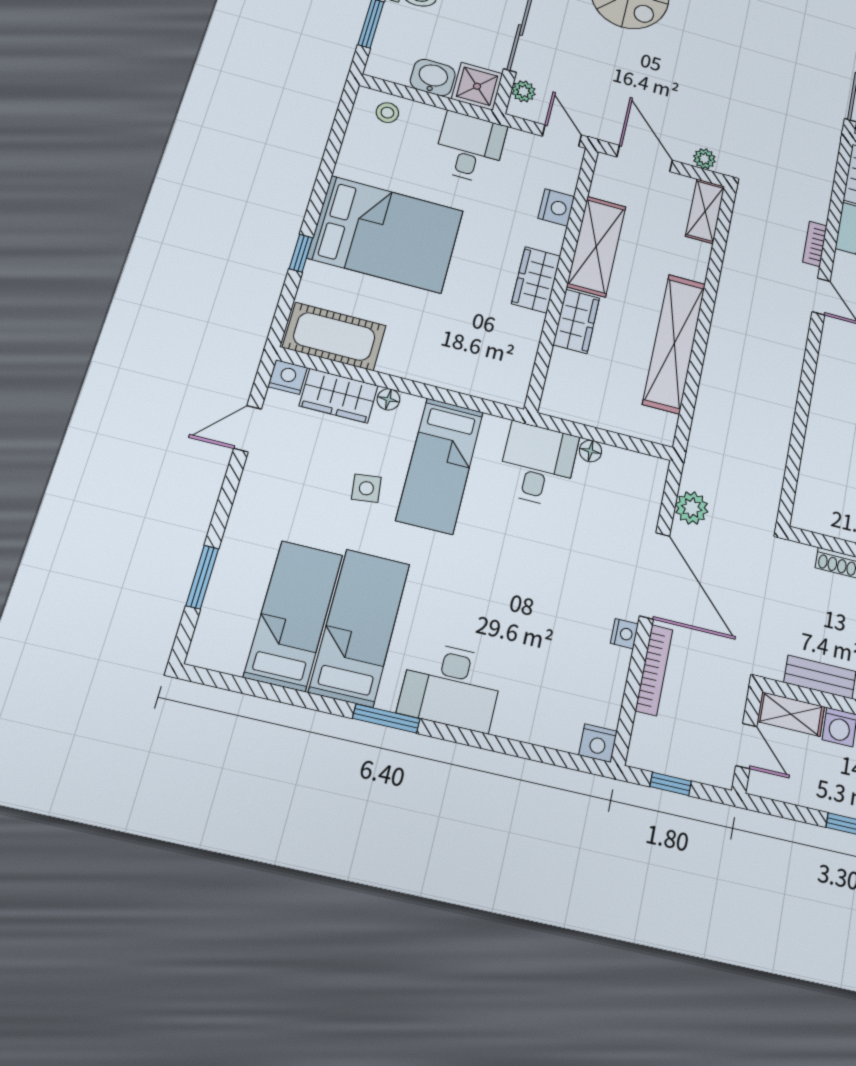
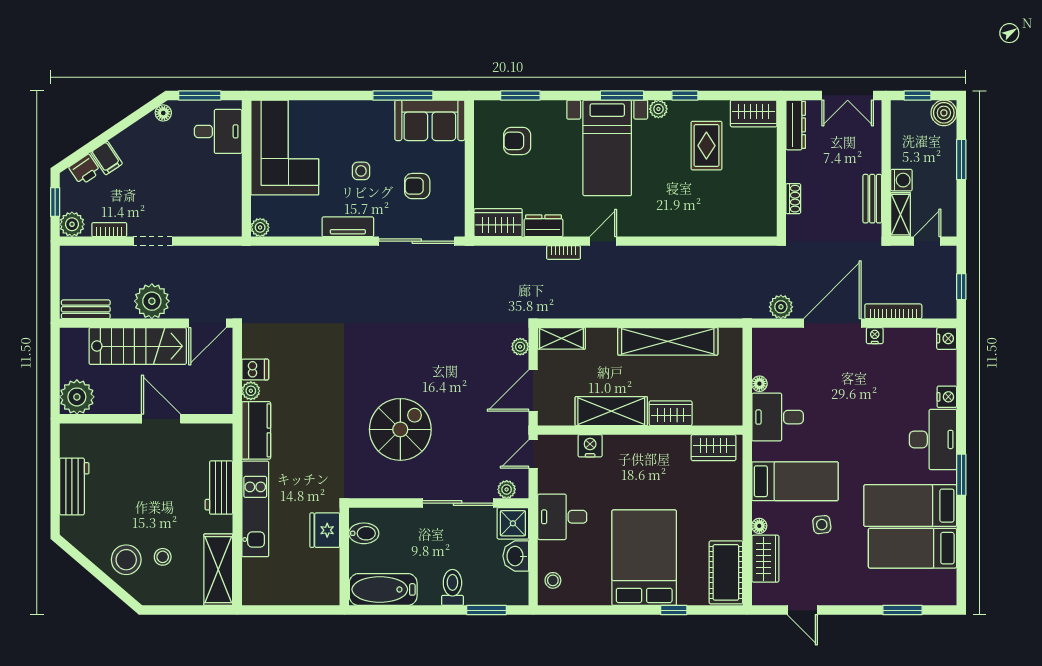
wardrobe: (536, 280) -> (714, 448), moved
nightstand: (288, 377) -> (947, 397), moved, turned 180

